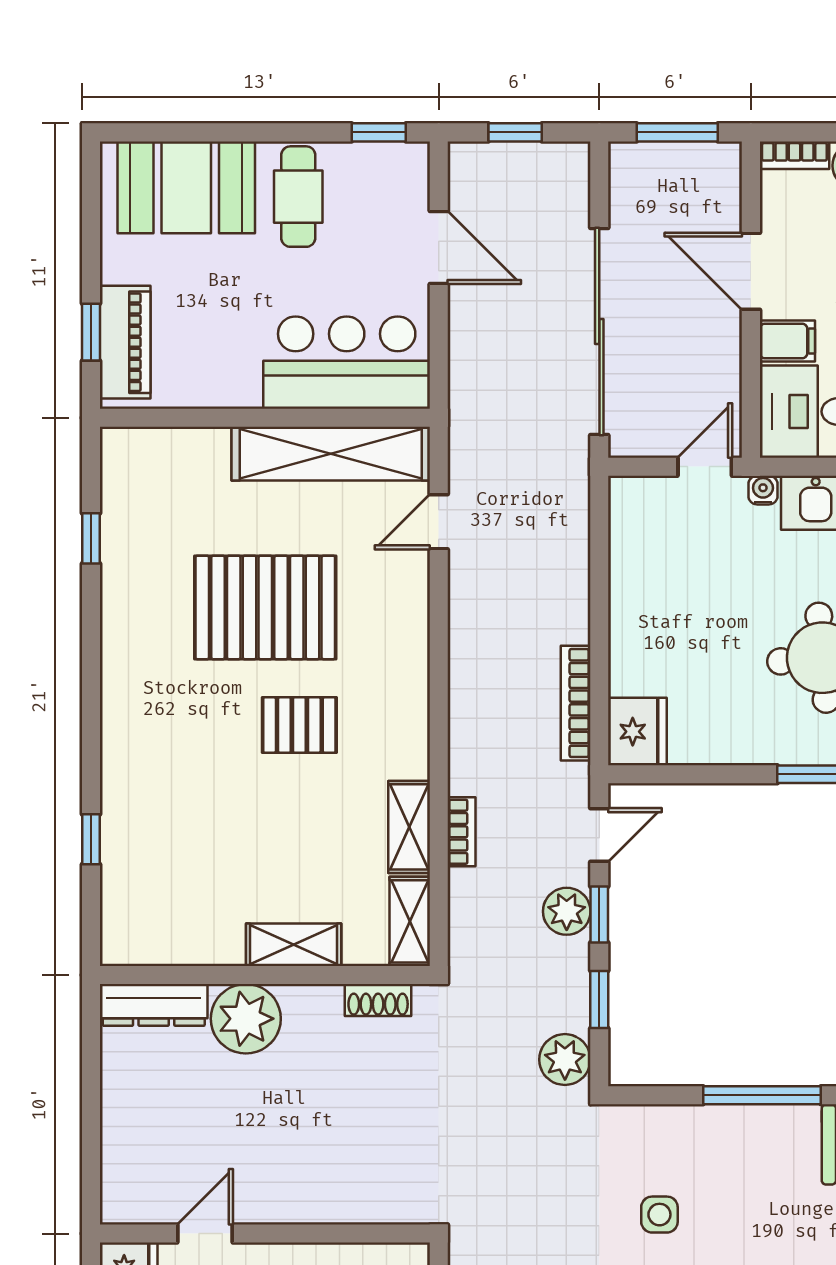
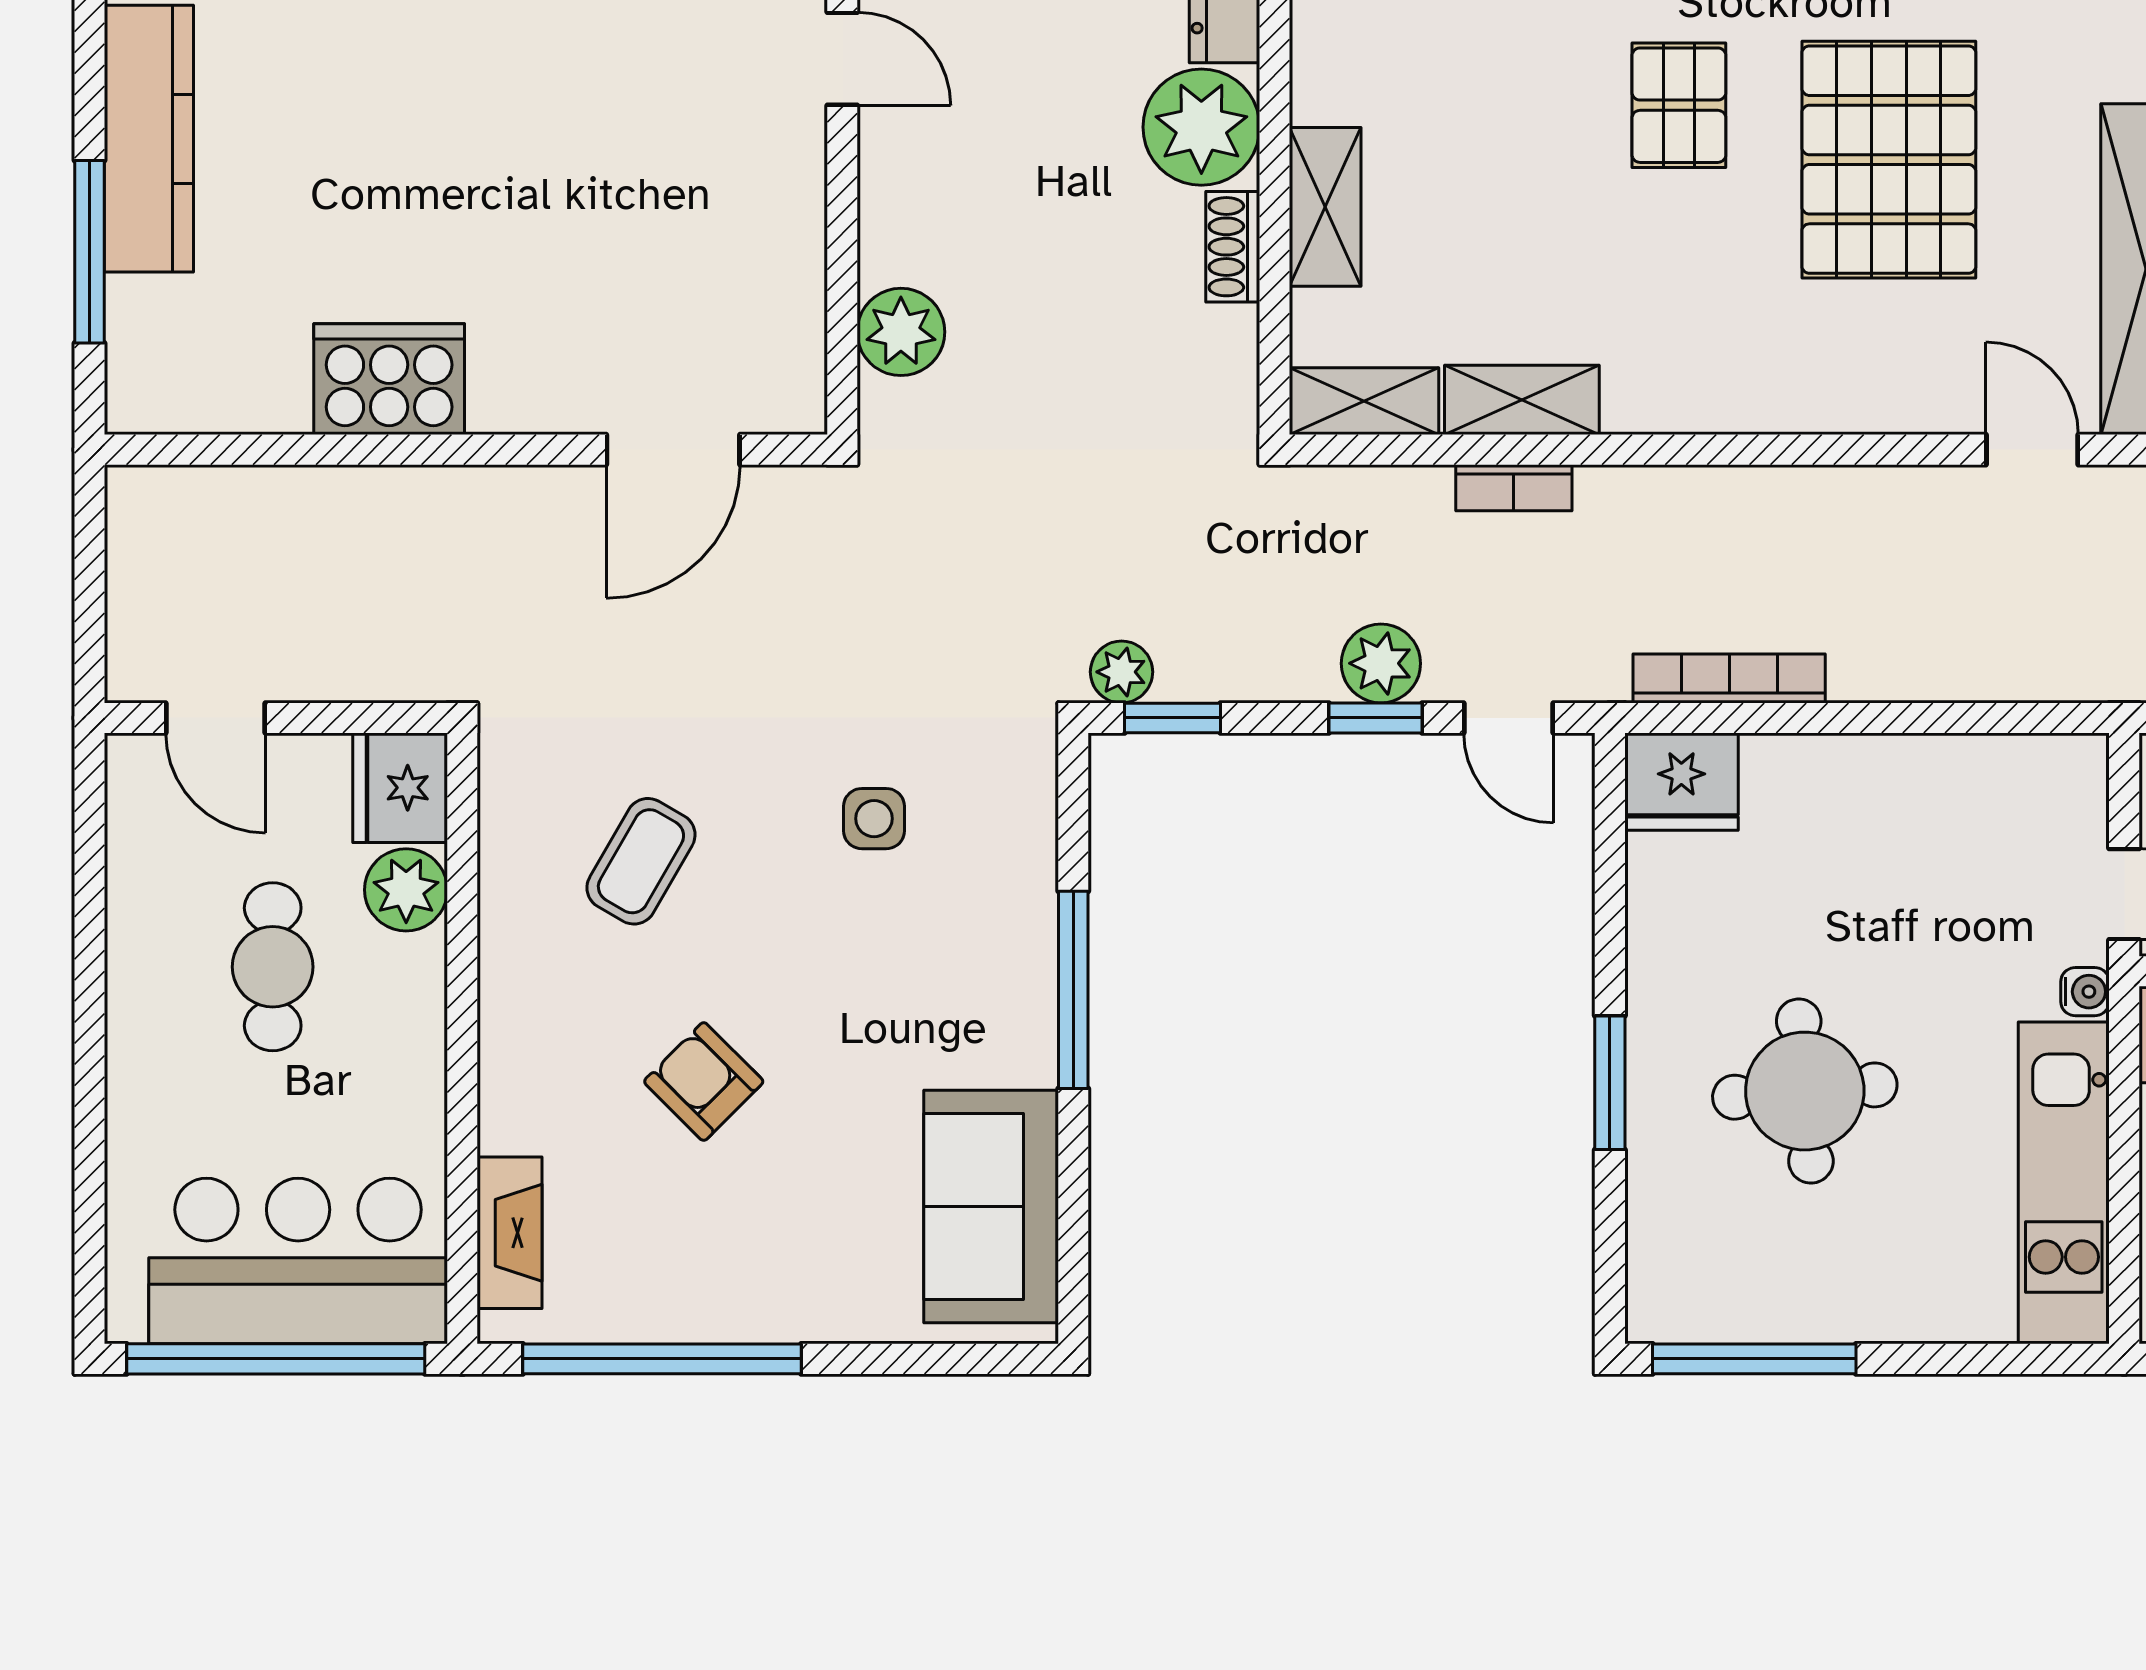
pallet: (299, 725) -> (1679, 105), moved
window: (599, 999) -> (1172, 718), moved
shoe rack: (378, 1000) -> (1233, 247), moved
plant: (565, 1060) -> (1122, 672), width x0.73, depth x0.73
plant: (368, 1198) -> (901, 332), added

